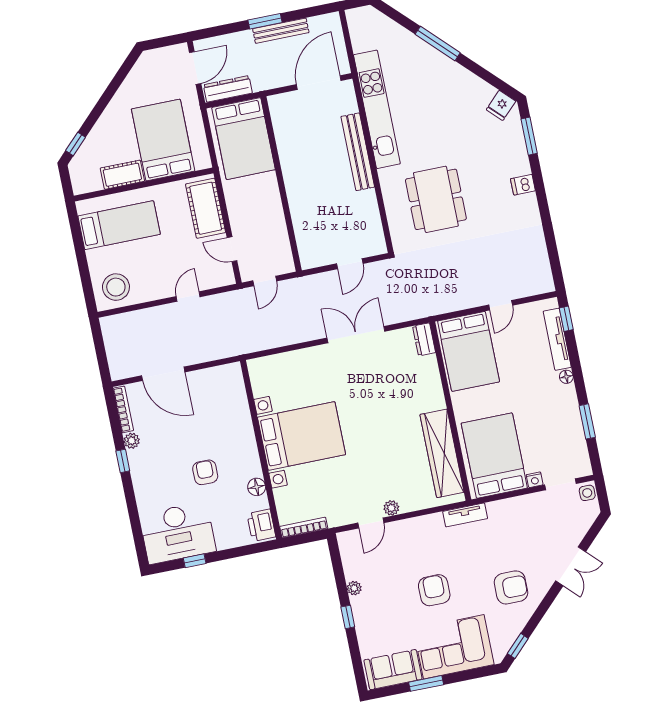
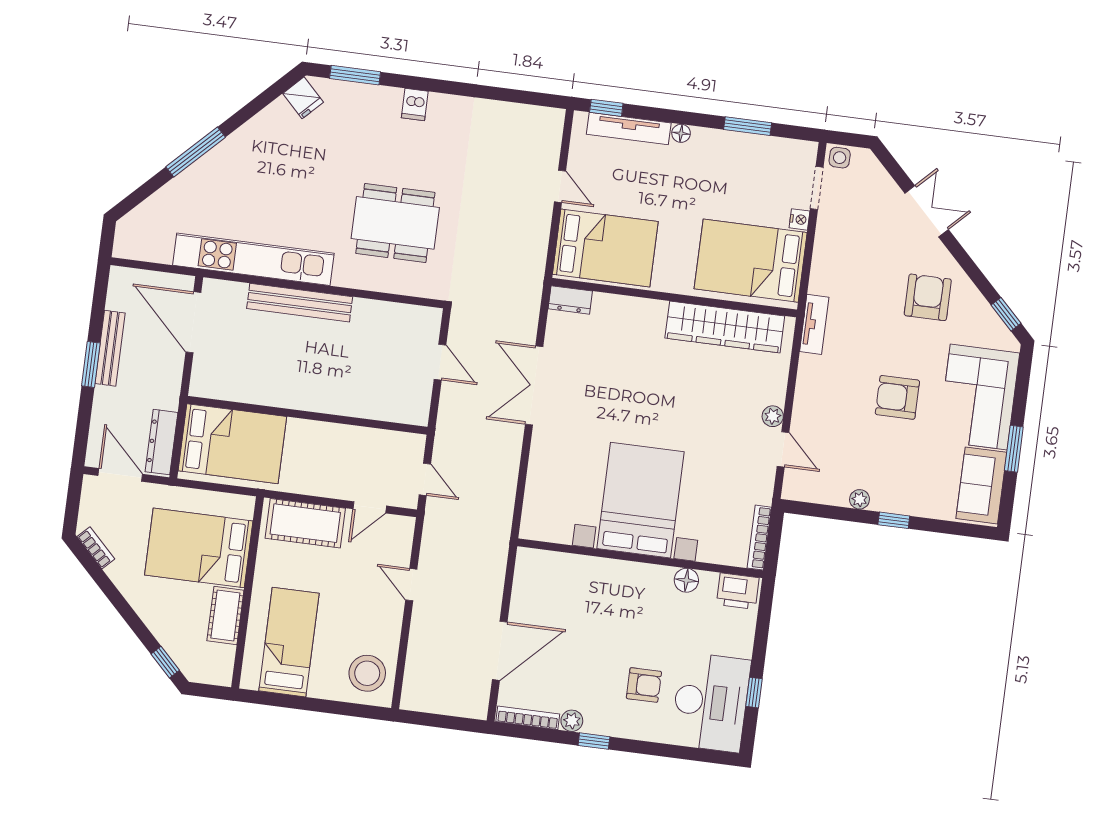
bookcase: (139, 68) -> (96, 548), added
armchair: (205, 472) -> (644, 685), moved, turned 180

